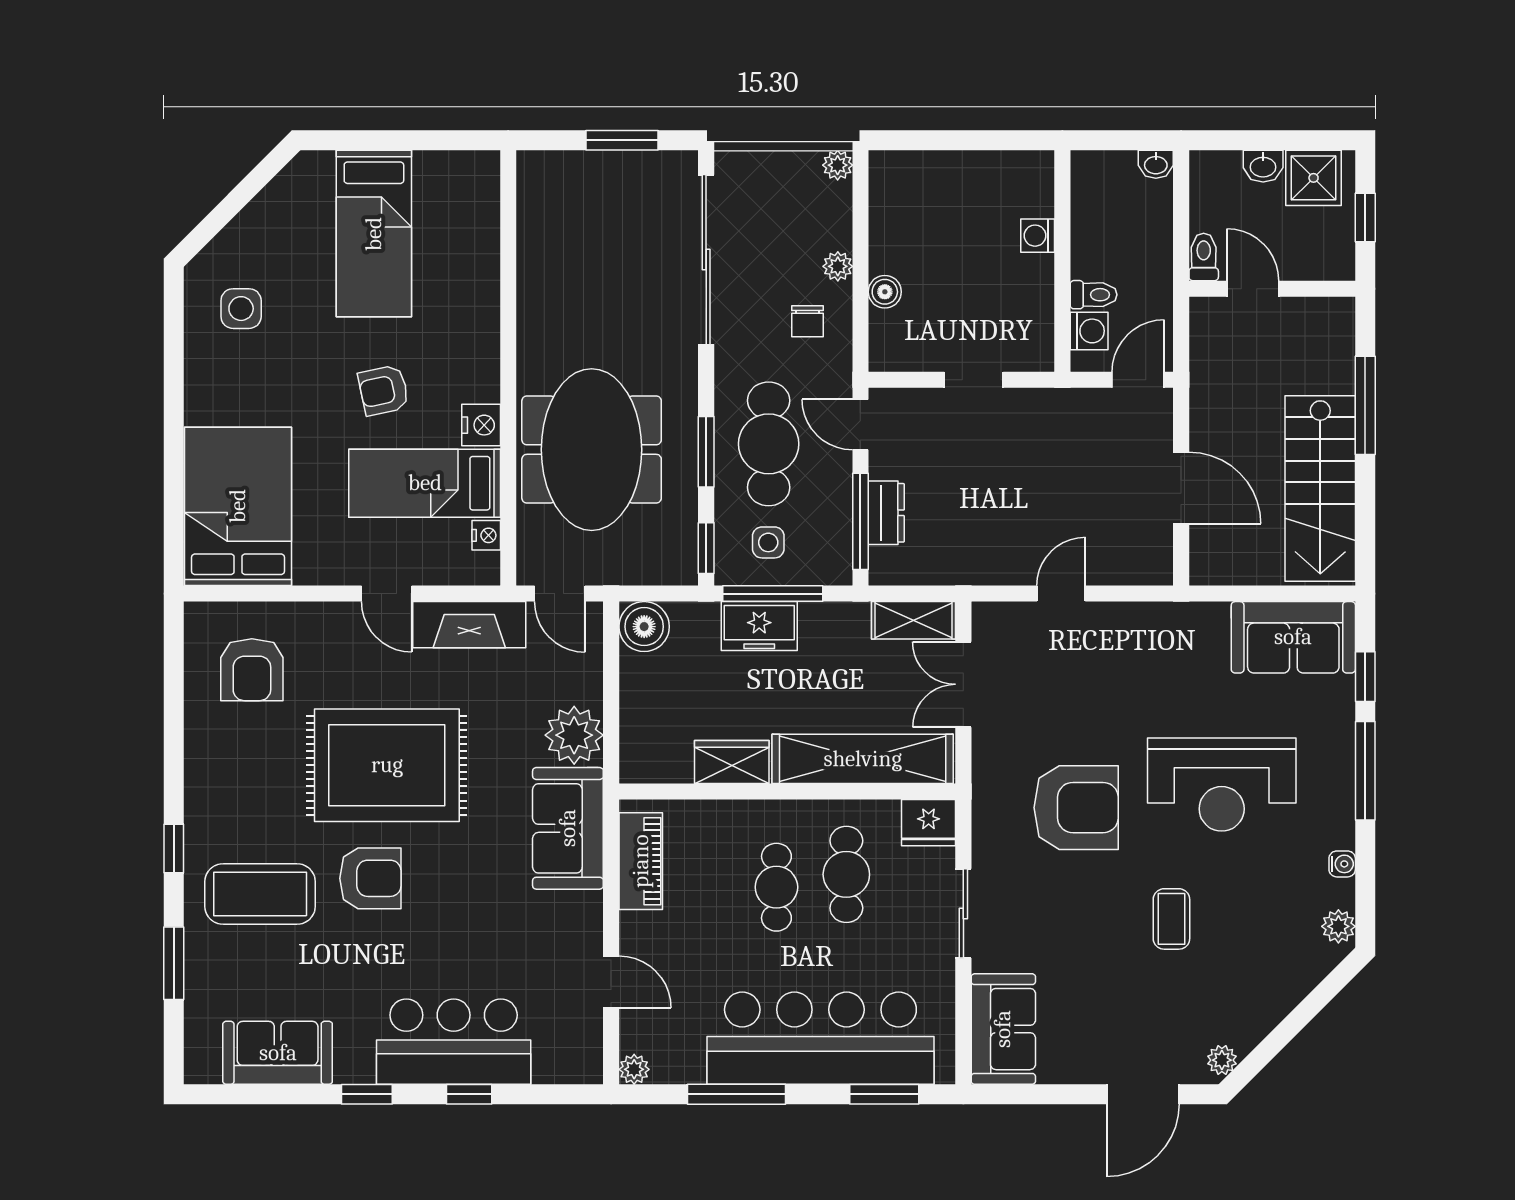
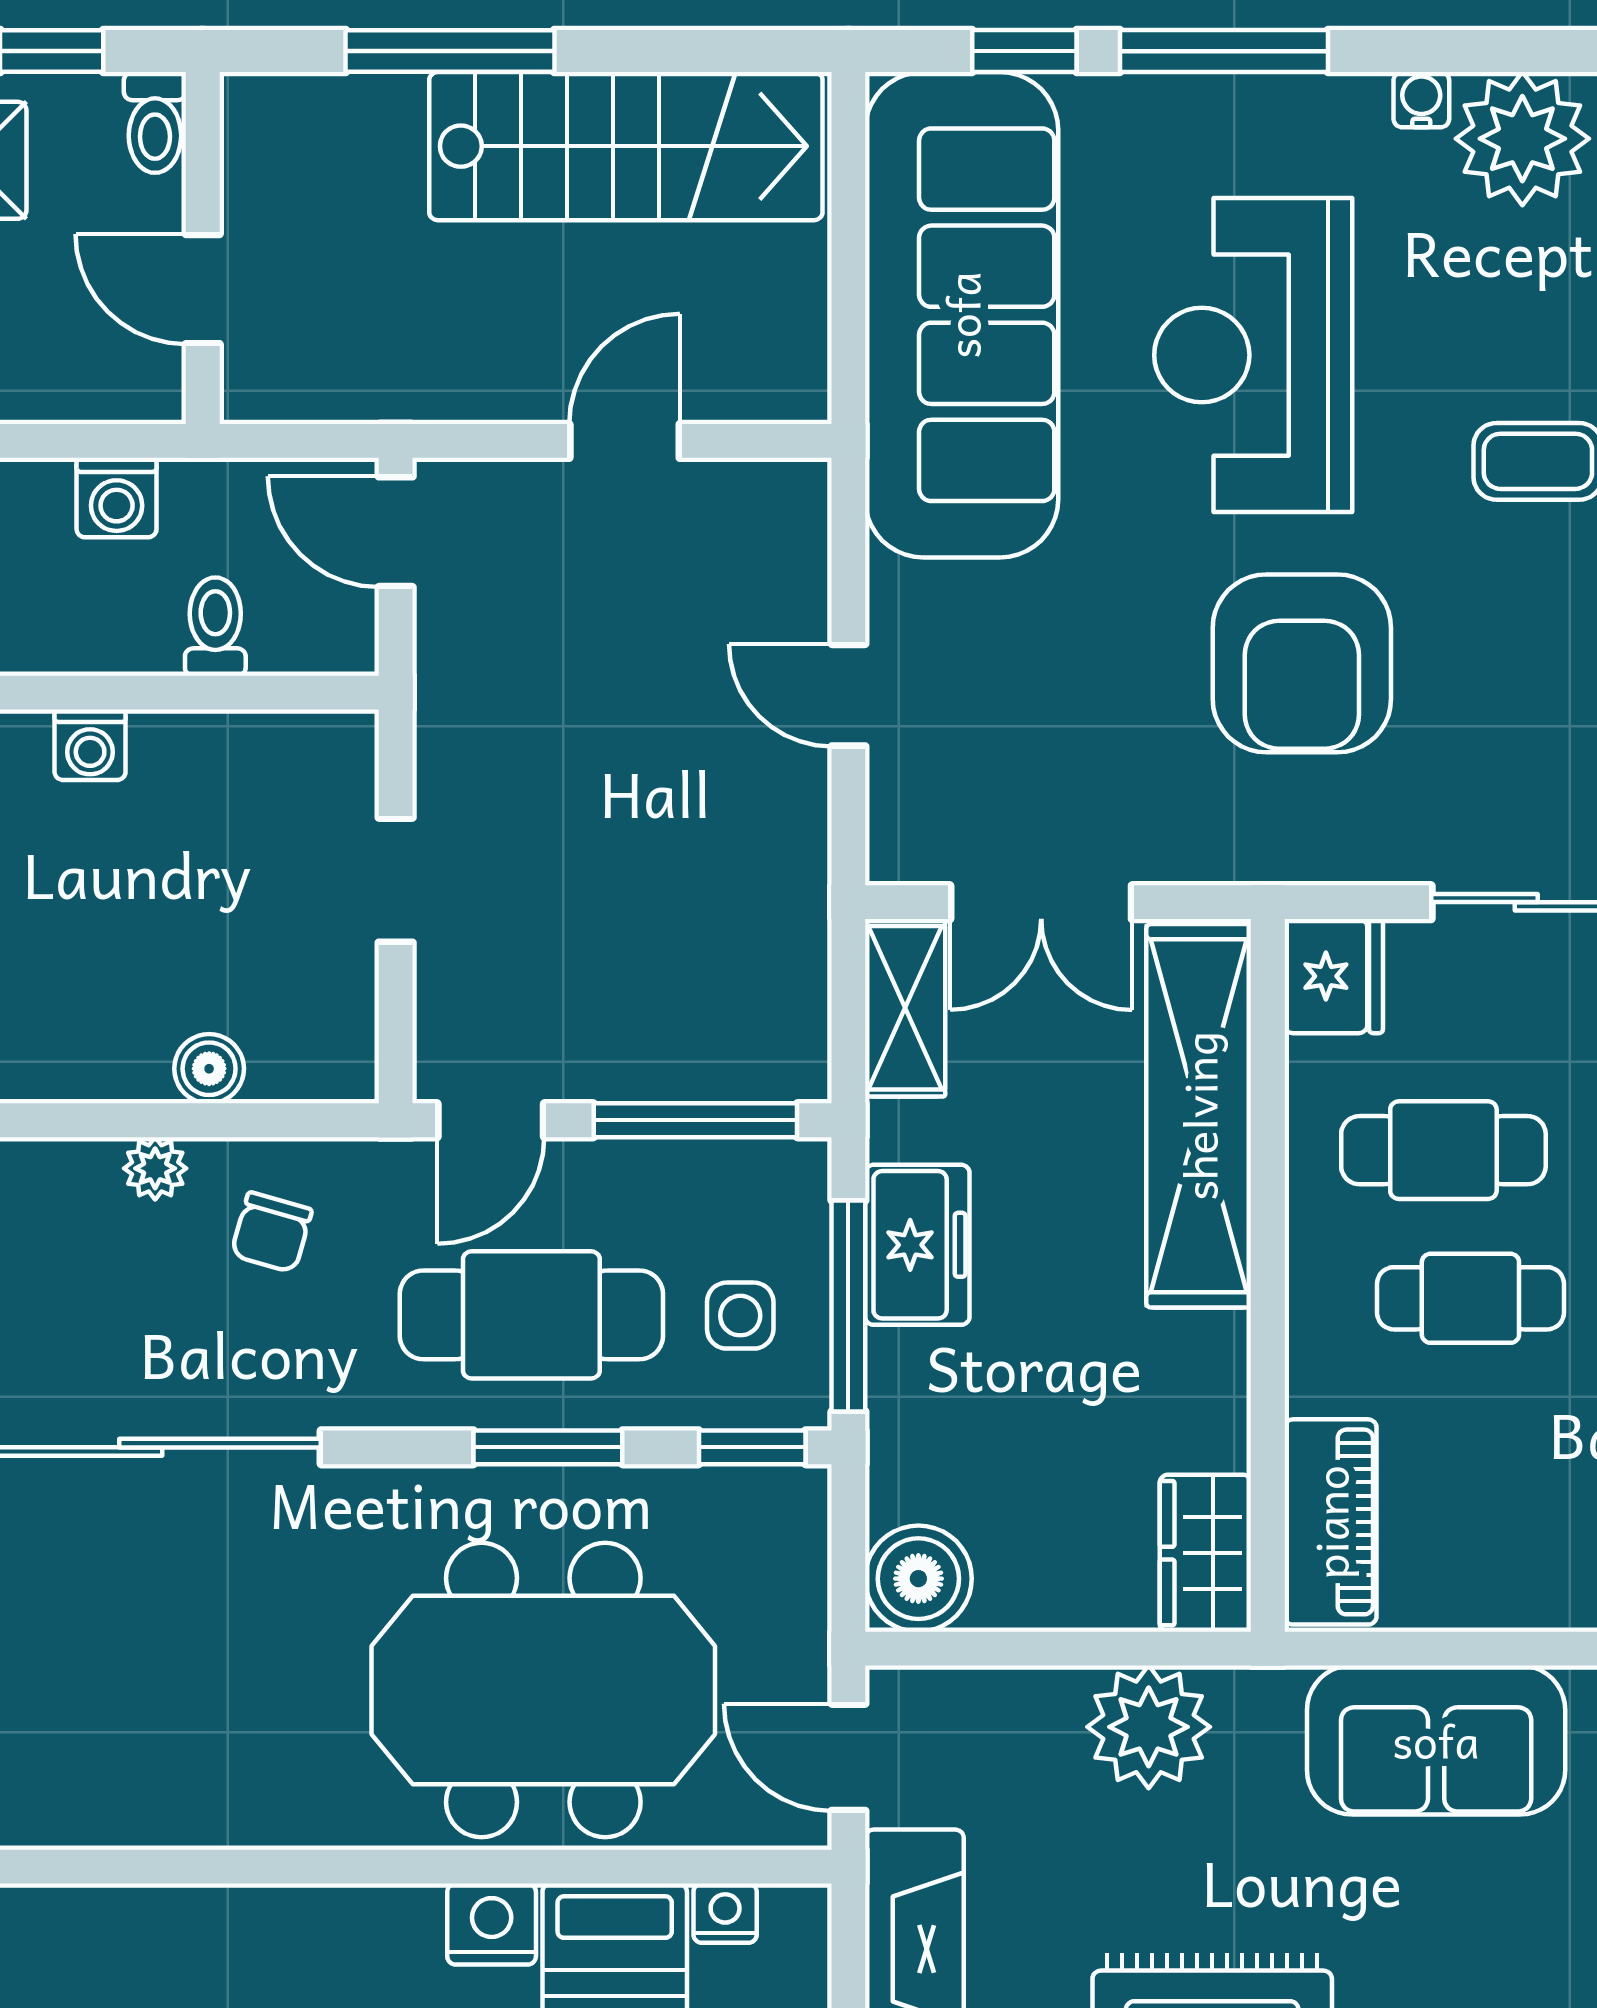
toilet: (1204, 257) -> (155, 122), moved, turned -90
door: (1253, 289) -> (203, 289), hinge flipped
chair: (808, 321) -> (271, 1232), turned 106
washing machine: (1089, 331) -> (117, 498), moved, turned 180
door: (1181, 488) -> (625, 441), width x0.73
dresser: (886, 513) -> (677, 1066), removed
door: (560, 594) -> (848, 1757), swing flipped
freezer: (759, 626) -> (917, 1245), moved
sofa: (1293, 637) -> (962, 315), width x1.85, depth x1.27
wardrobe: (732, 762) -> (1205, 1553), moved
reception desk: (1222, 785) -> (1253, 355), turned 180
armchair: (1076, 808) -> (1302, 663), turned 180
sofa: (568, 828) -> (1436, 1740), moved
piano: (641, 861) -> (1330, 1522), moved, turned 90
plant: (1338, 926) -> (1522, 139), width x1.87, depth x1.87

